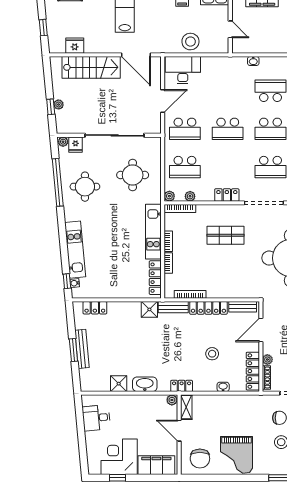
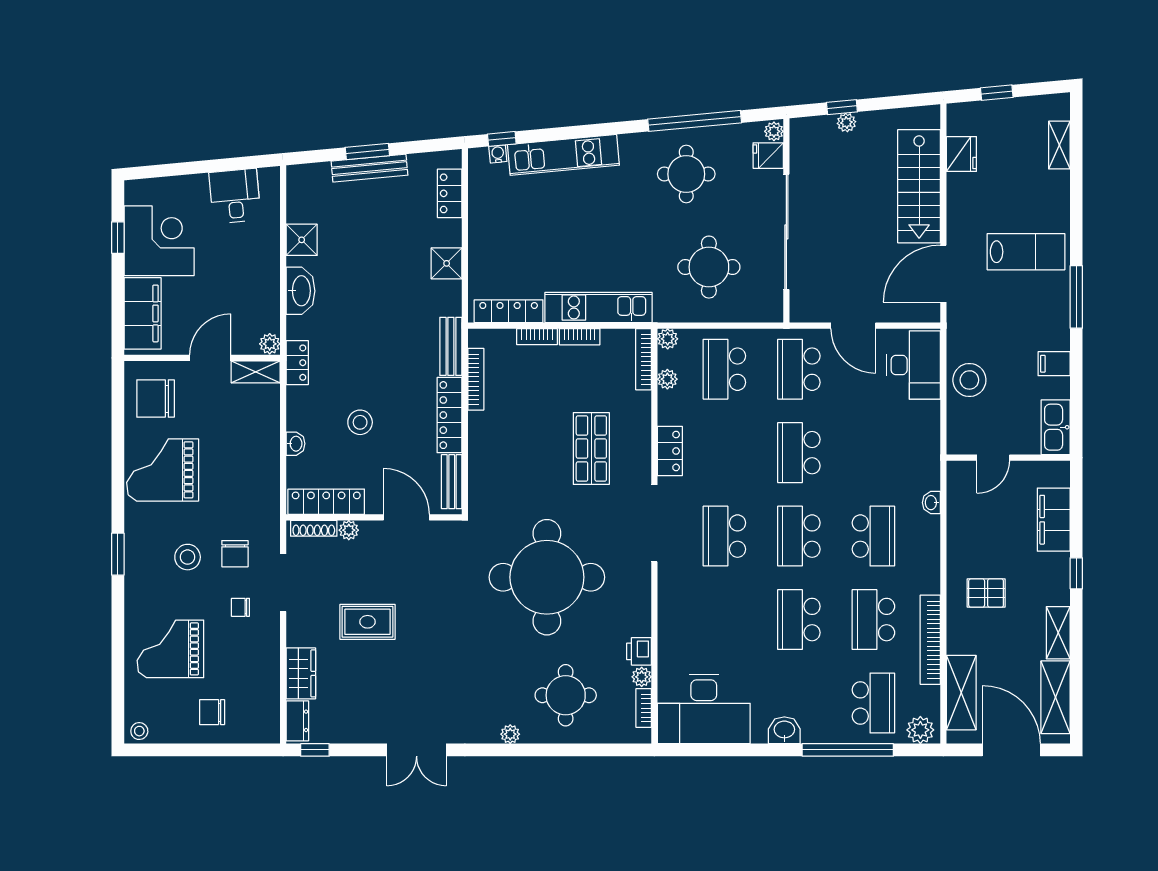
shower: (149, 309) -> (447, 263), moved

